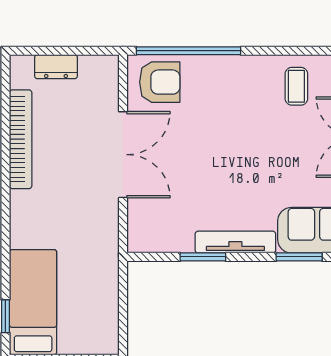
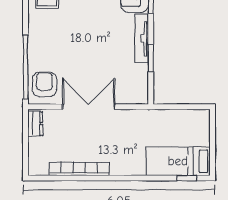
dresser: (56, 67) -> (35, 124), moved

